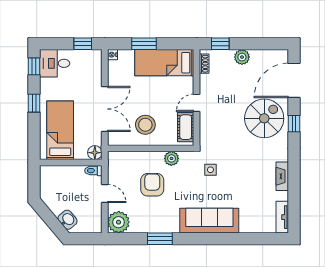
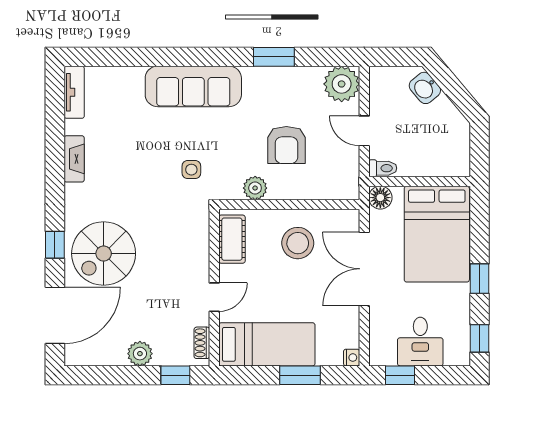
desk: (55, 63) -> (420, 342), moved, turned 90
door: (197, 103) -> (214, 297), moved
bed: (60, 130) -> (437, 234), width x1.50

